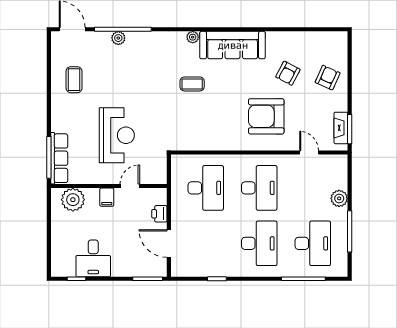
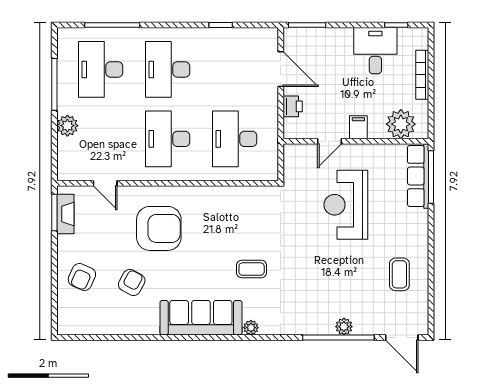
bookcase: (56, 239) -> (422, 75), added

